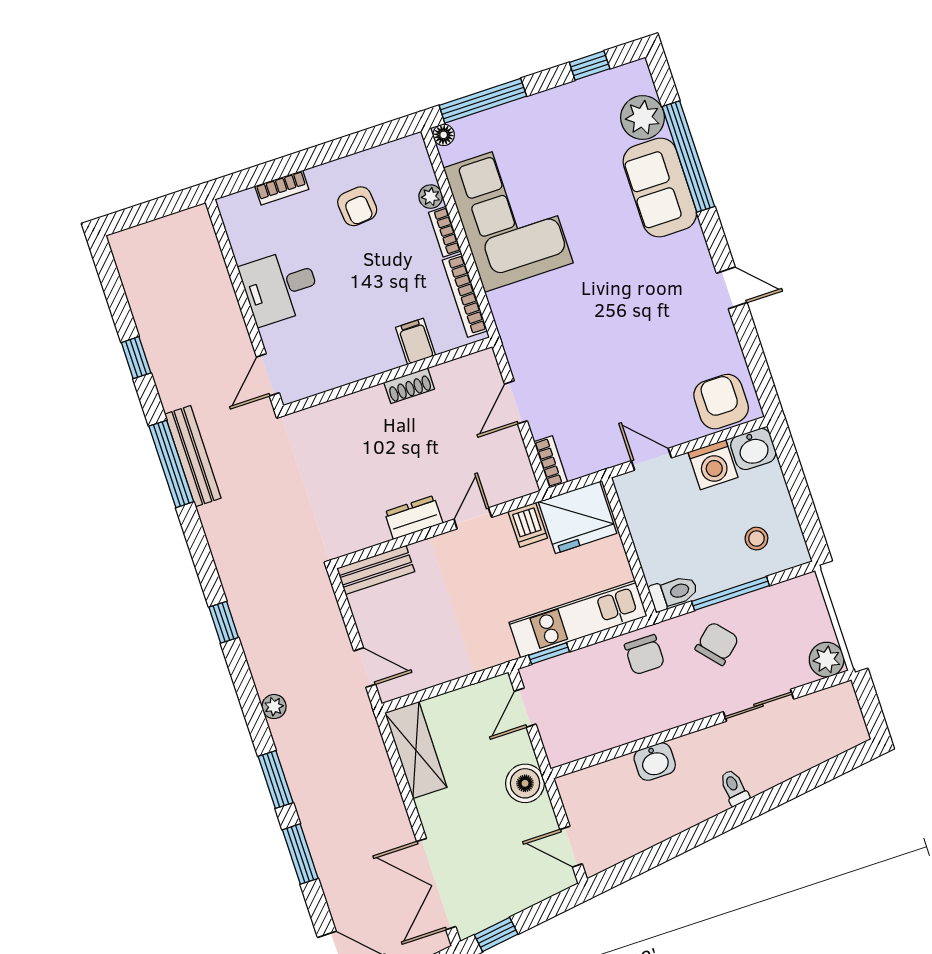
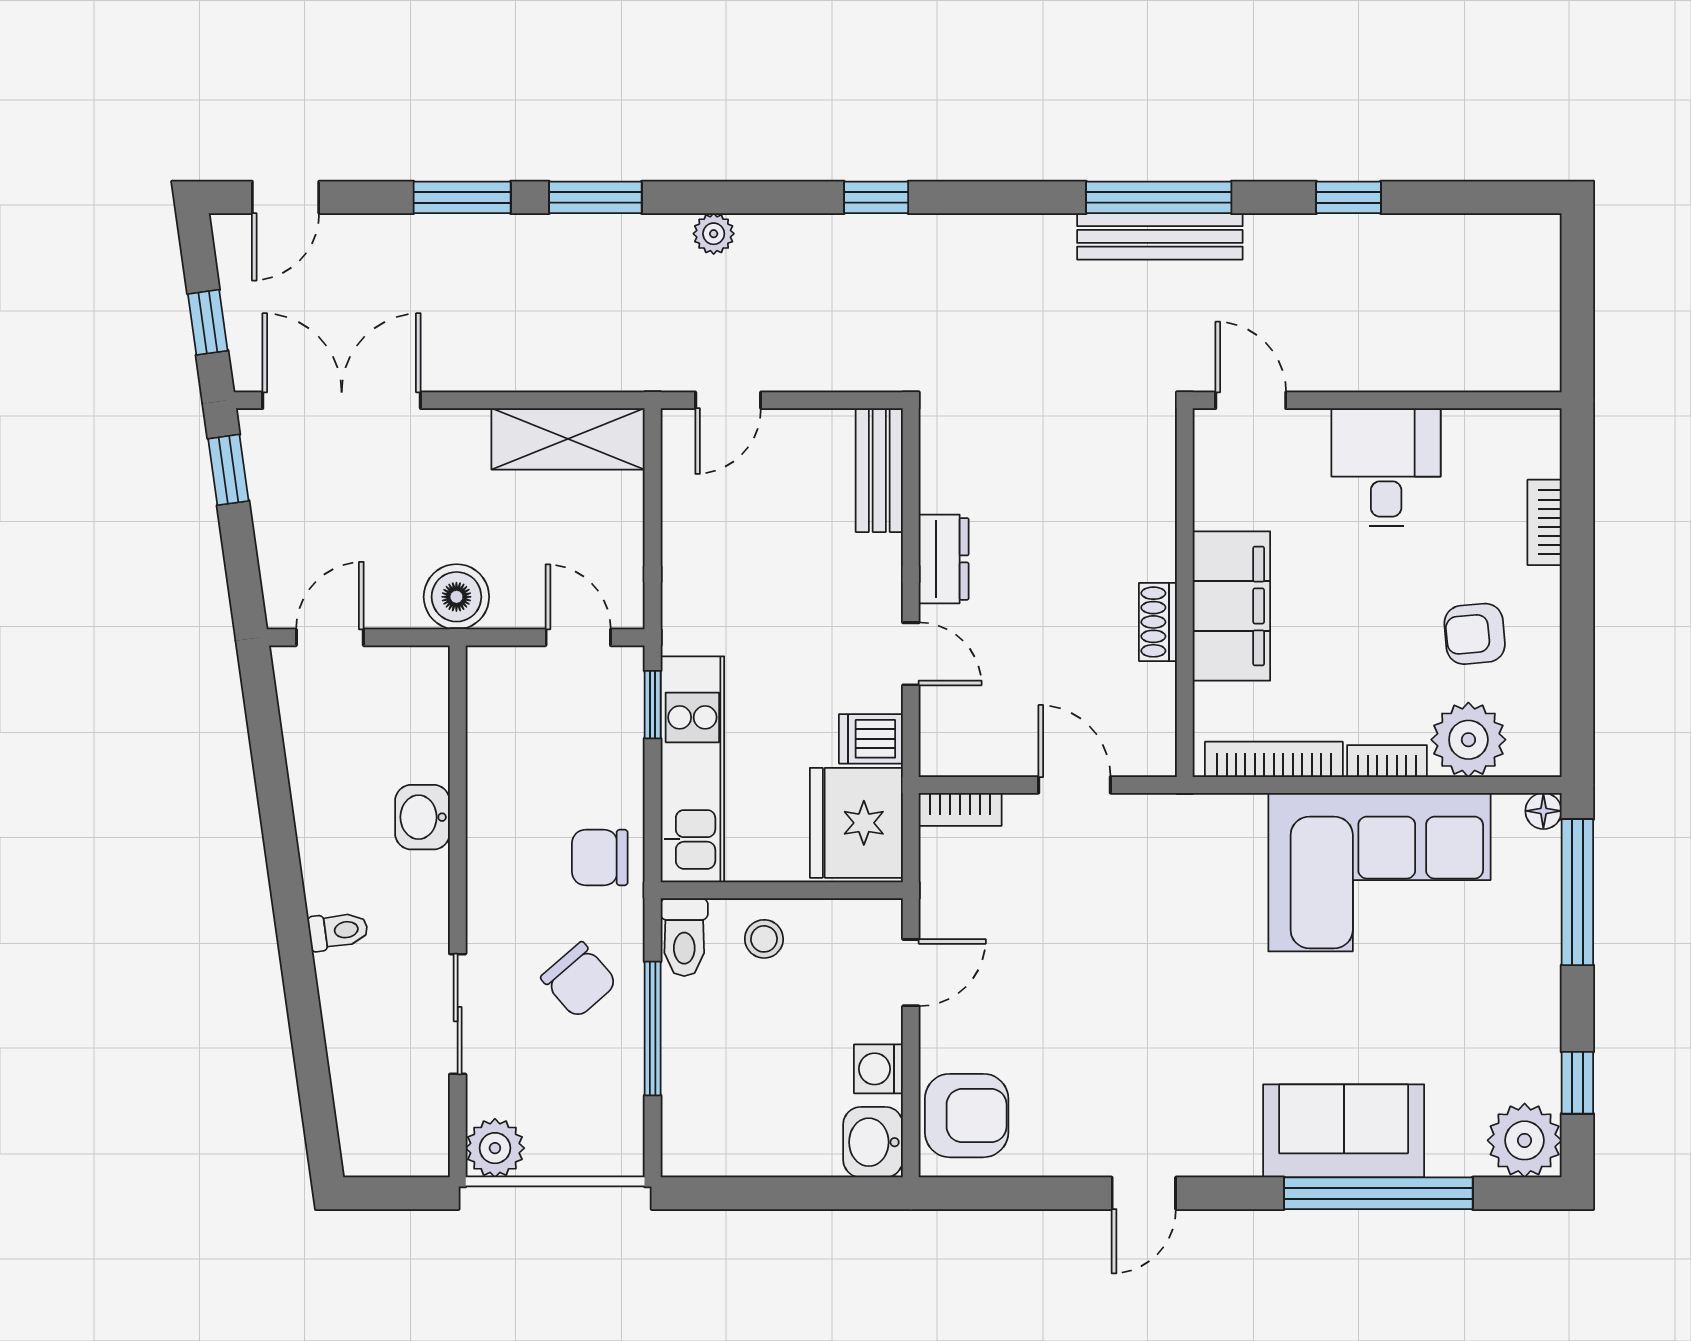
plant: (643, 118) -> (1525, 1140), moved
plant: (431, 197) -> (1468, 740), width x1.88, depth x1.88
filing cabinet: (416, 341) -> (1231, 606), width x3.00, depth x1.17
washing machine: (713, 465) -> (878, 1069), width x0.73, depth x0.73
stool: (756, 539) -> (764, 939), moved

